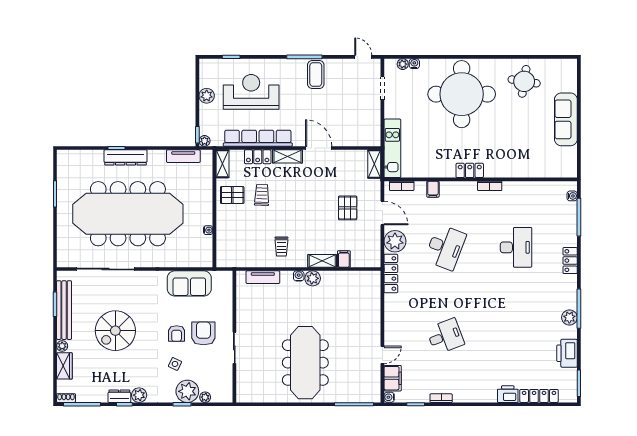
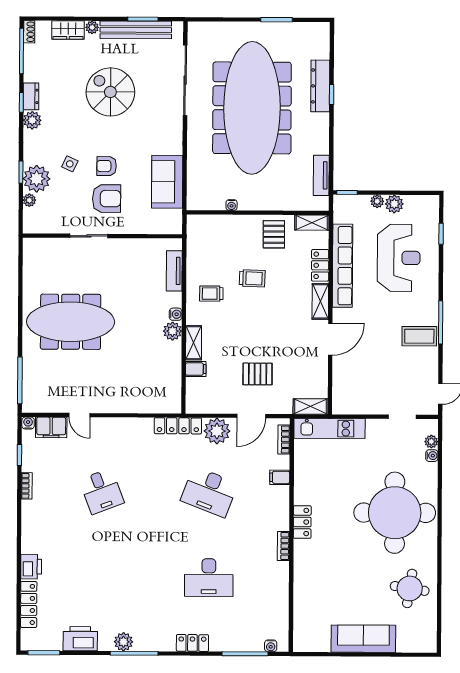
plant: (205, 141) -> (377, 201), moved
dresser: (126, 157) -> (320, 86), moved
trolley: (262, 195) -> (252, 278), moved

